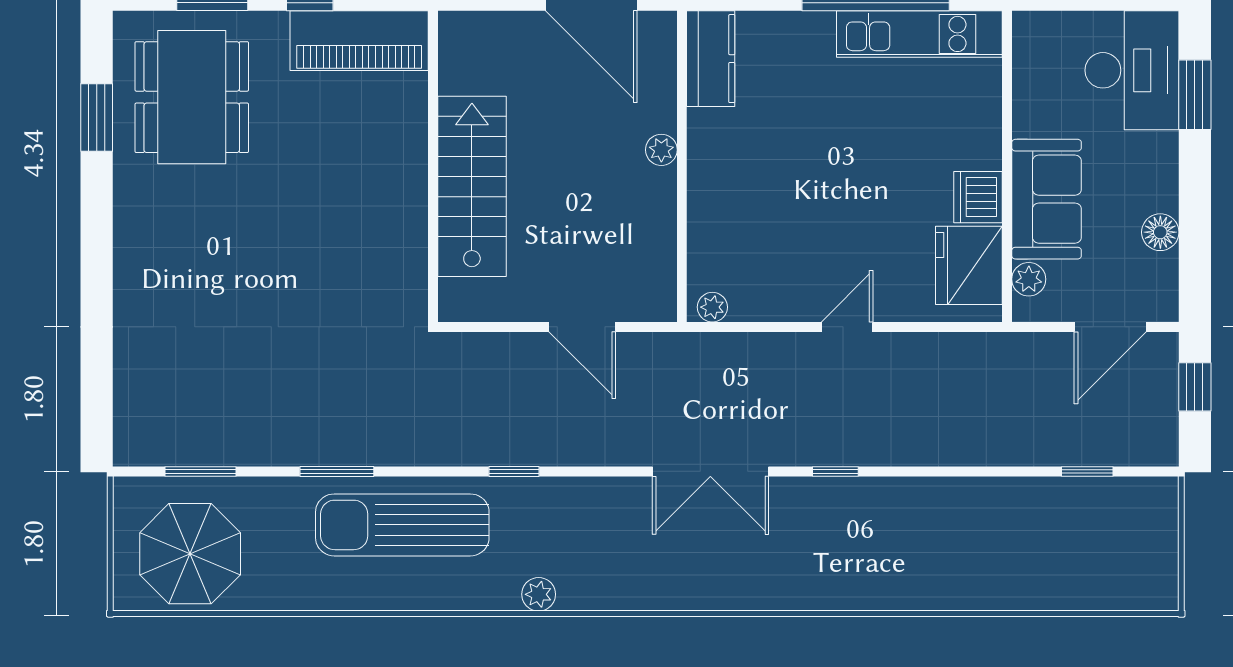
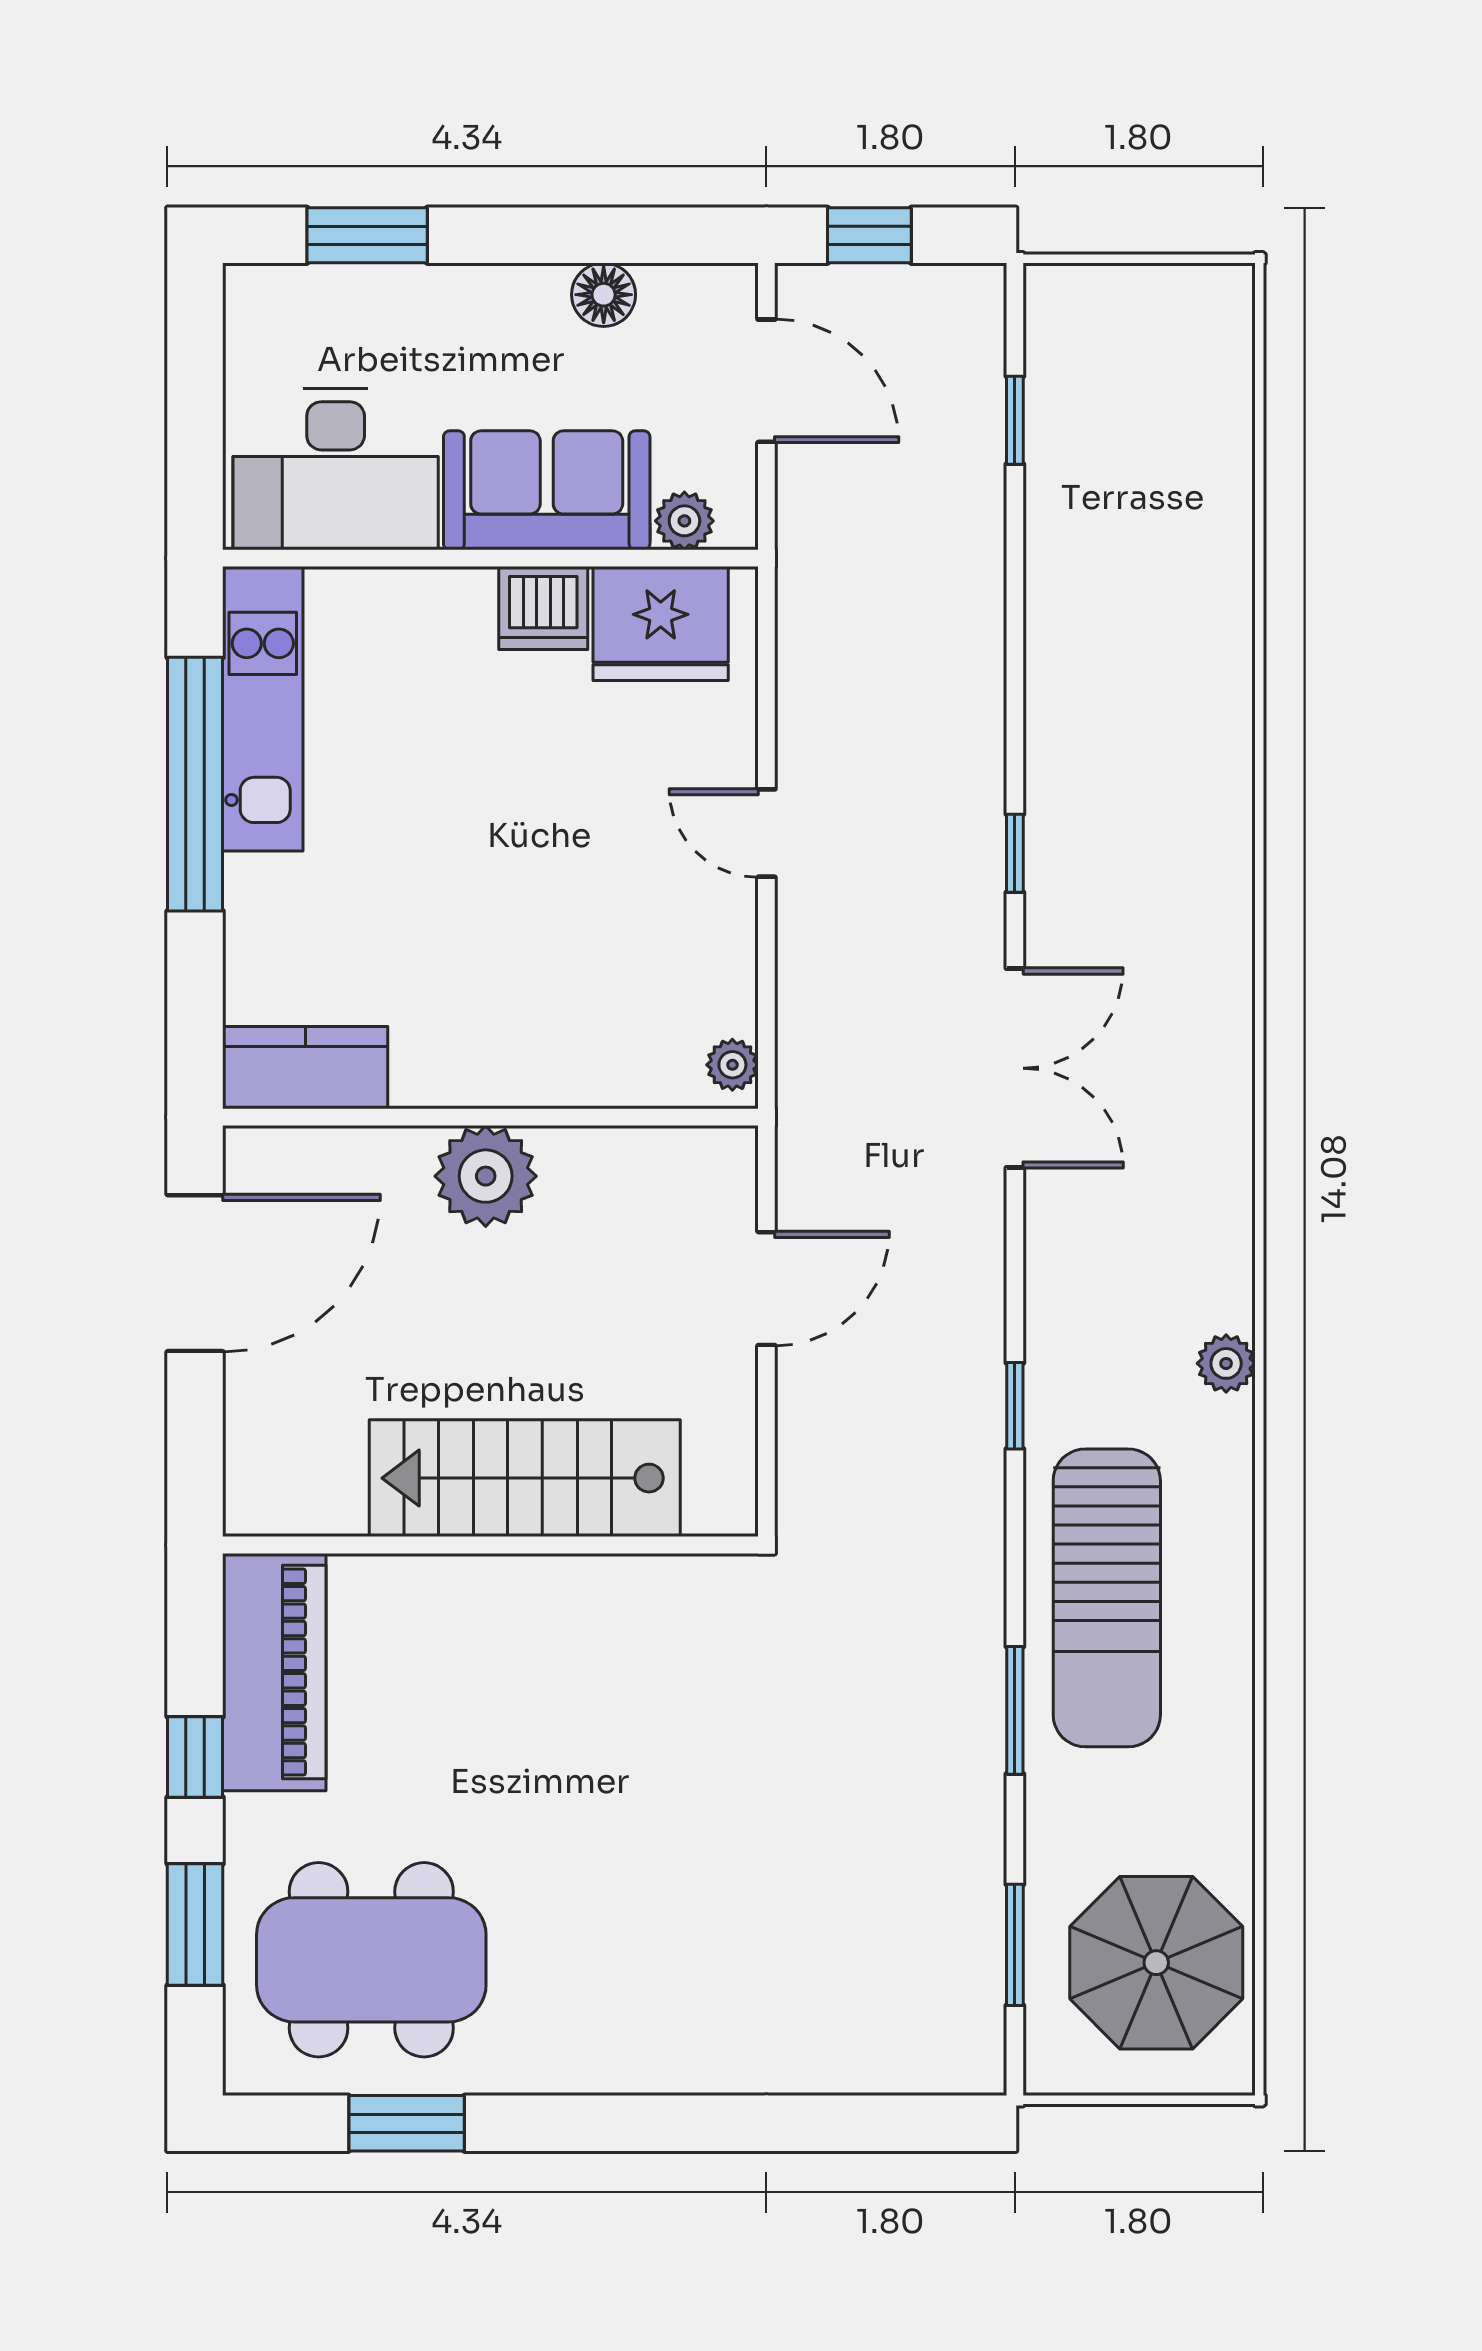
desk: (1132, 70) -> (336, 469), moved, turned 180
plant: (661, 150) -> (486, 1176), width x1.88, depth x1.88

